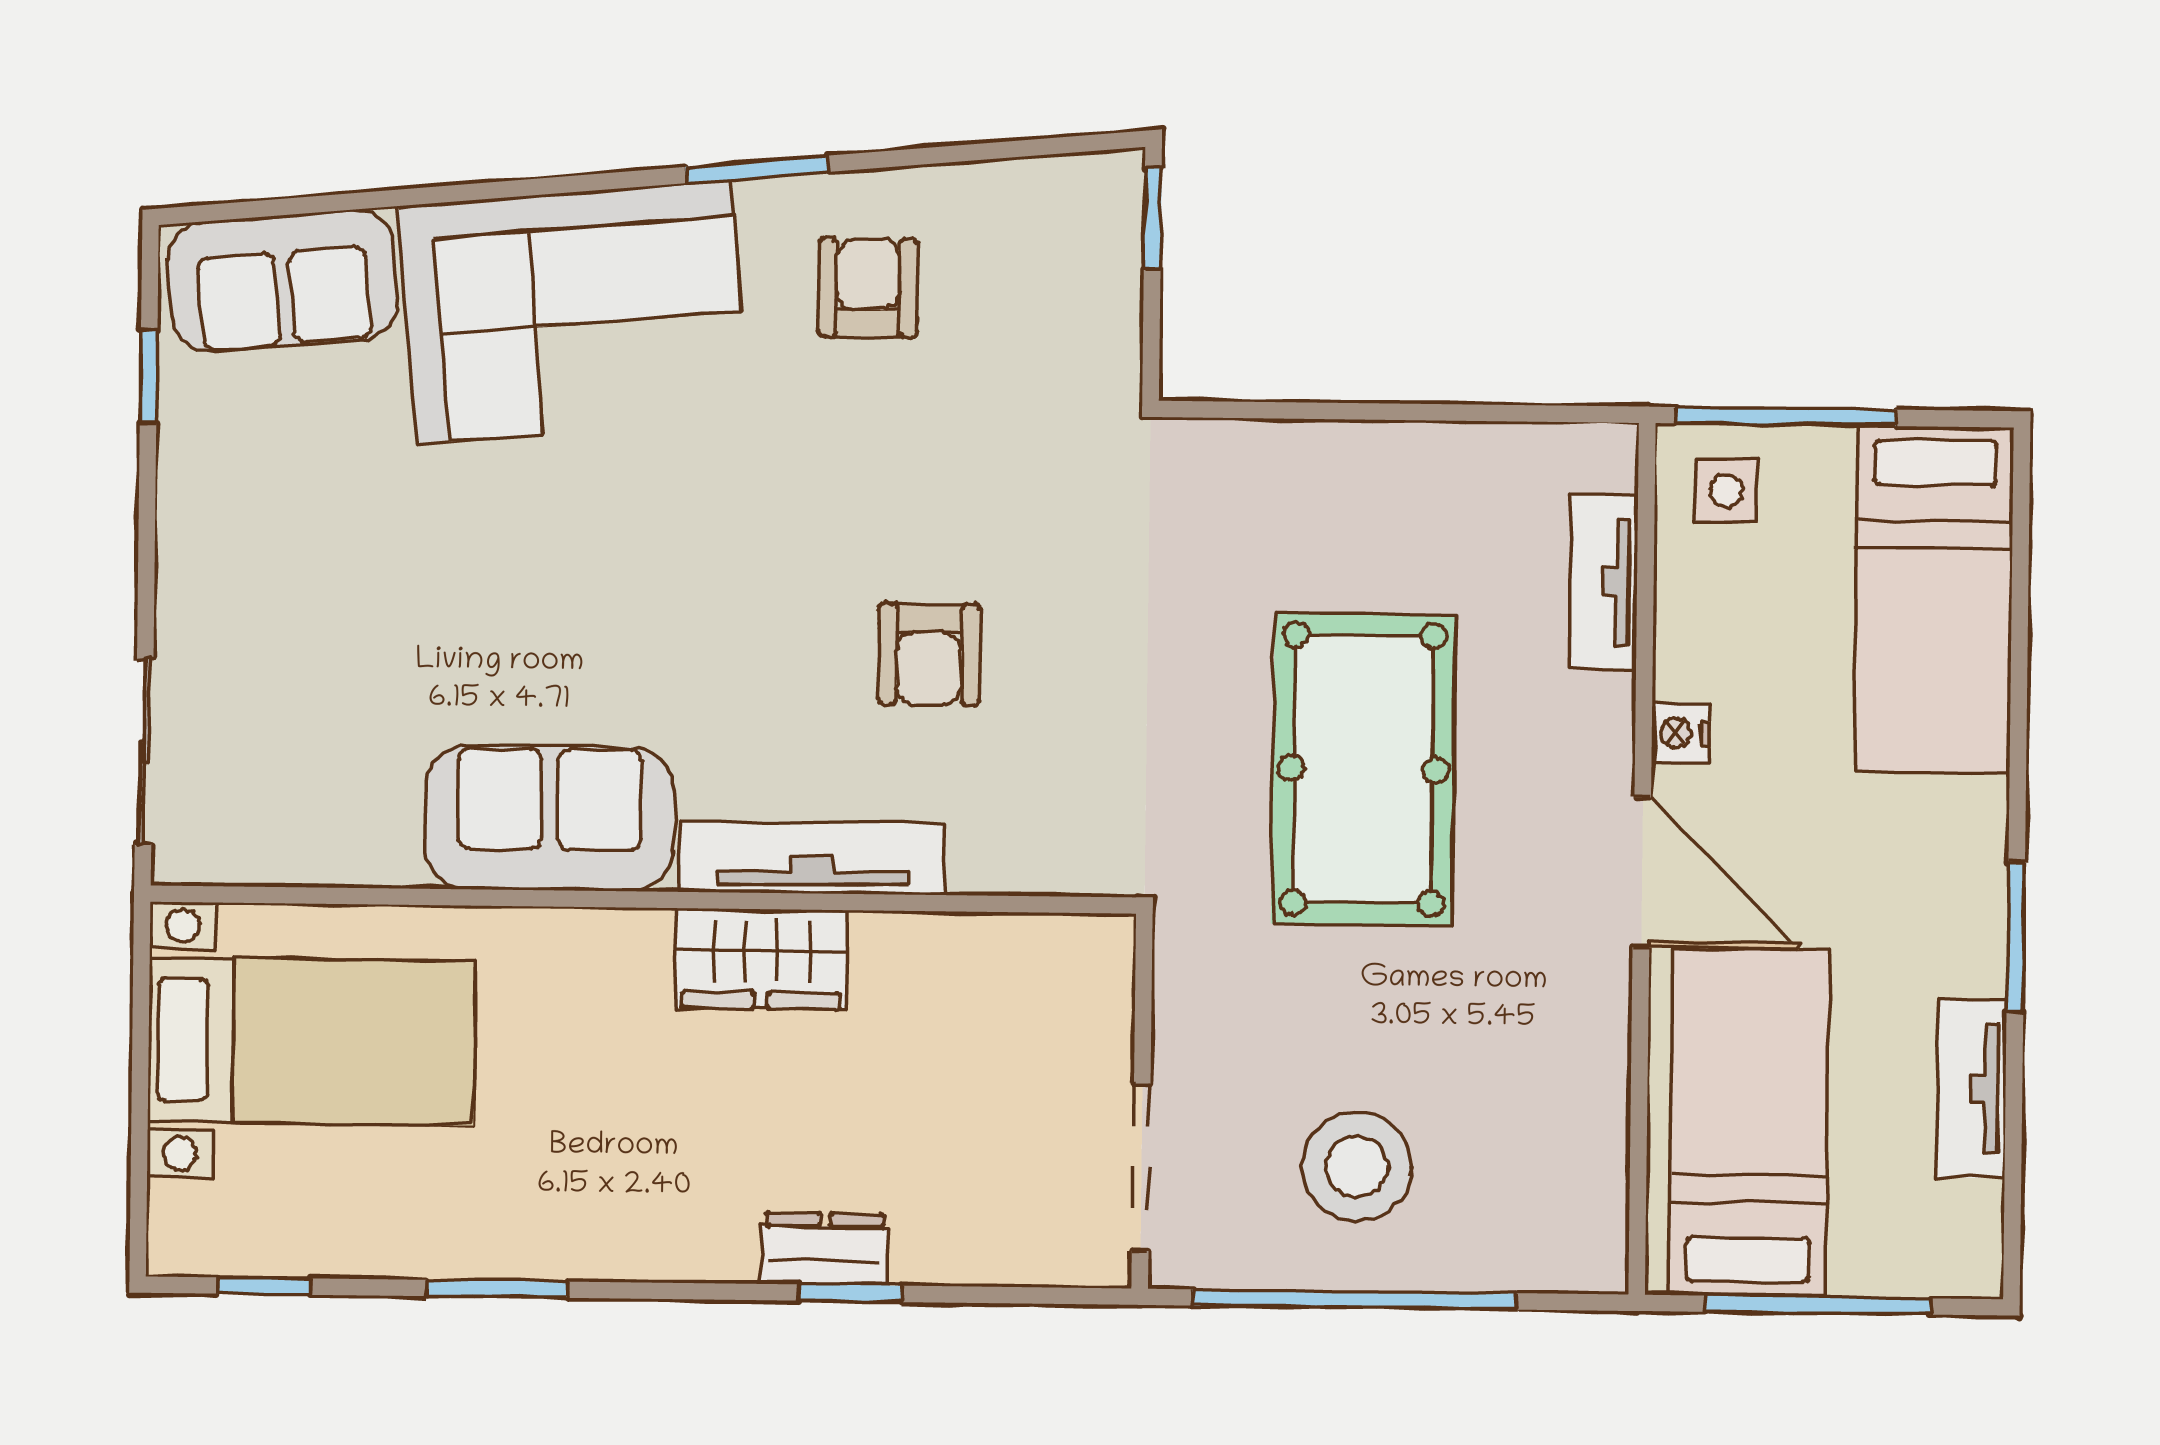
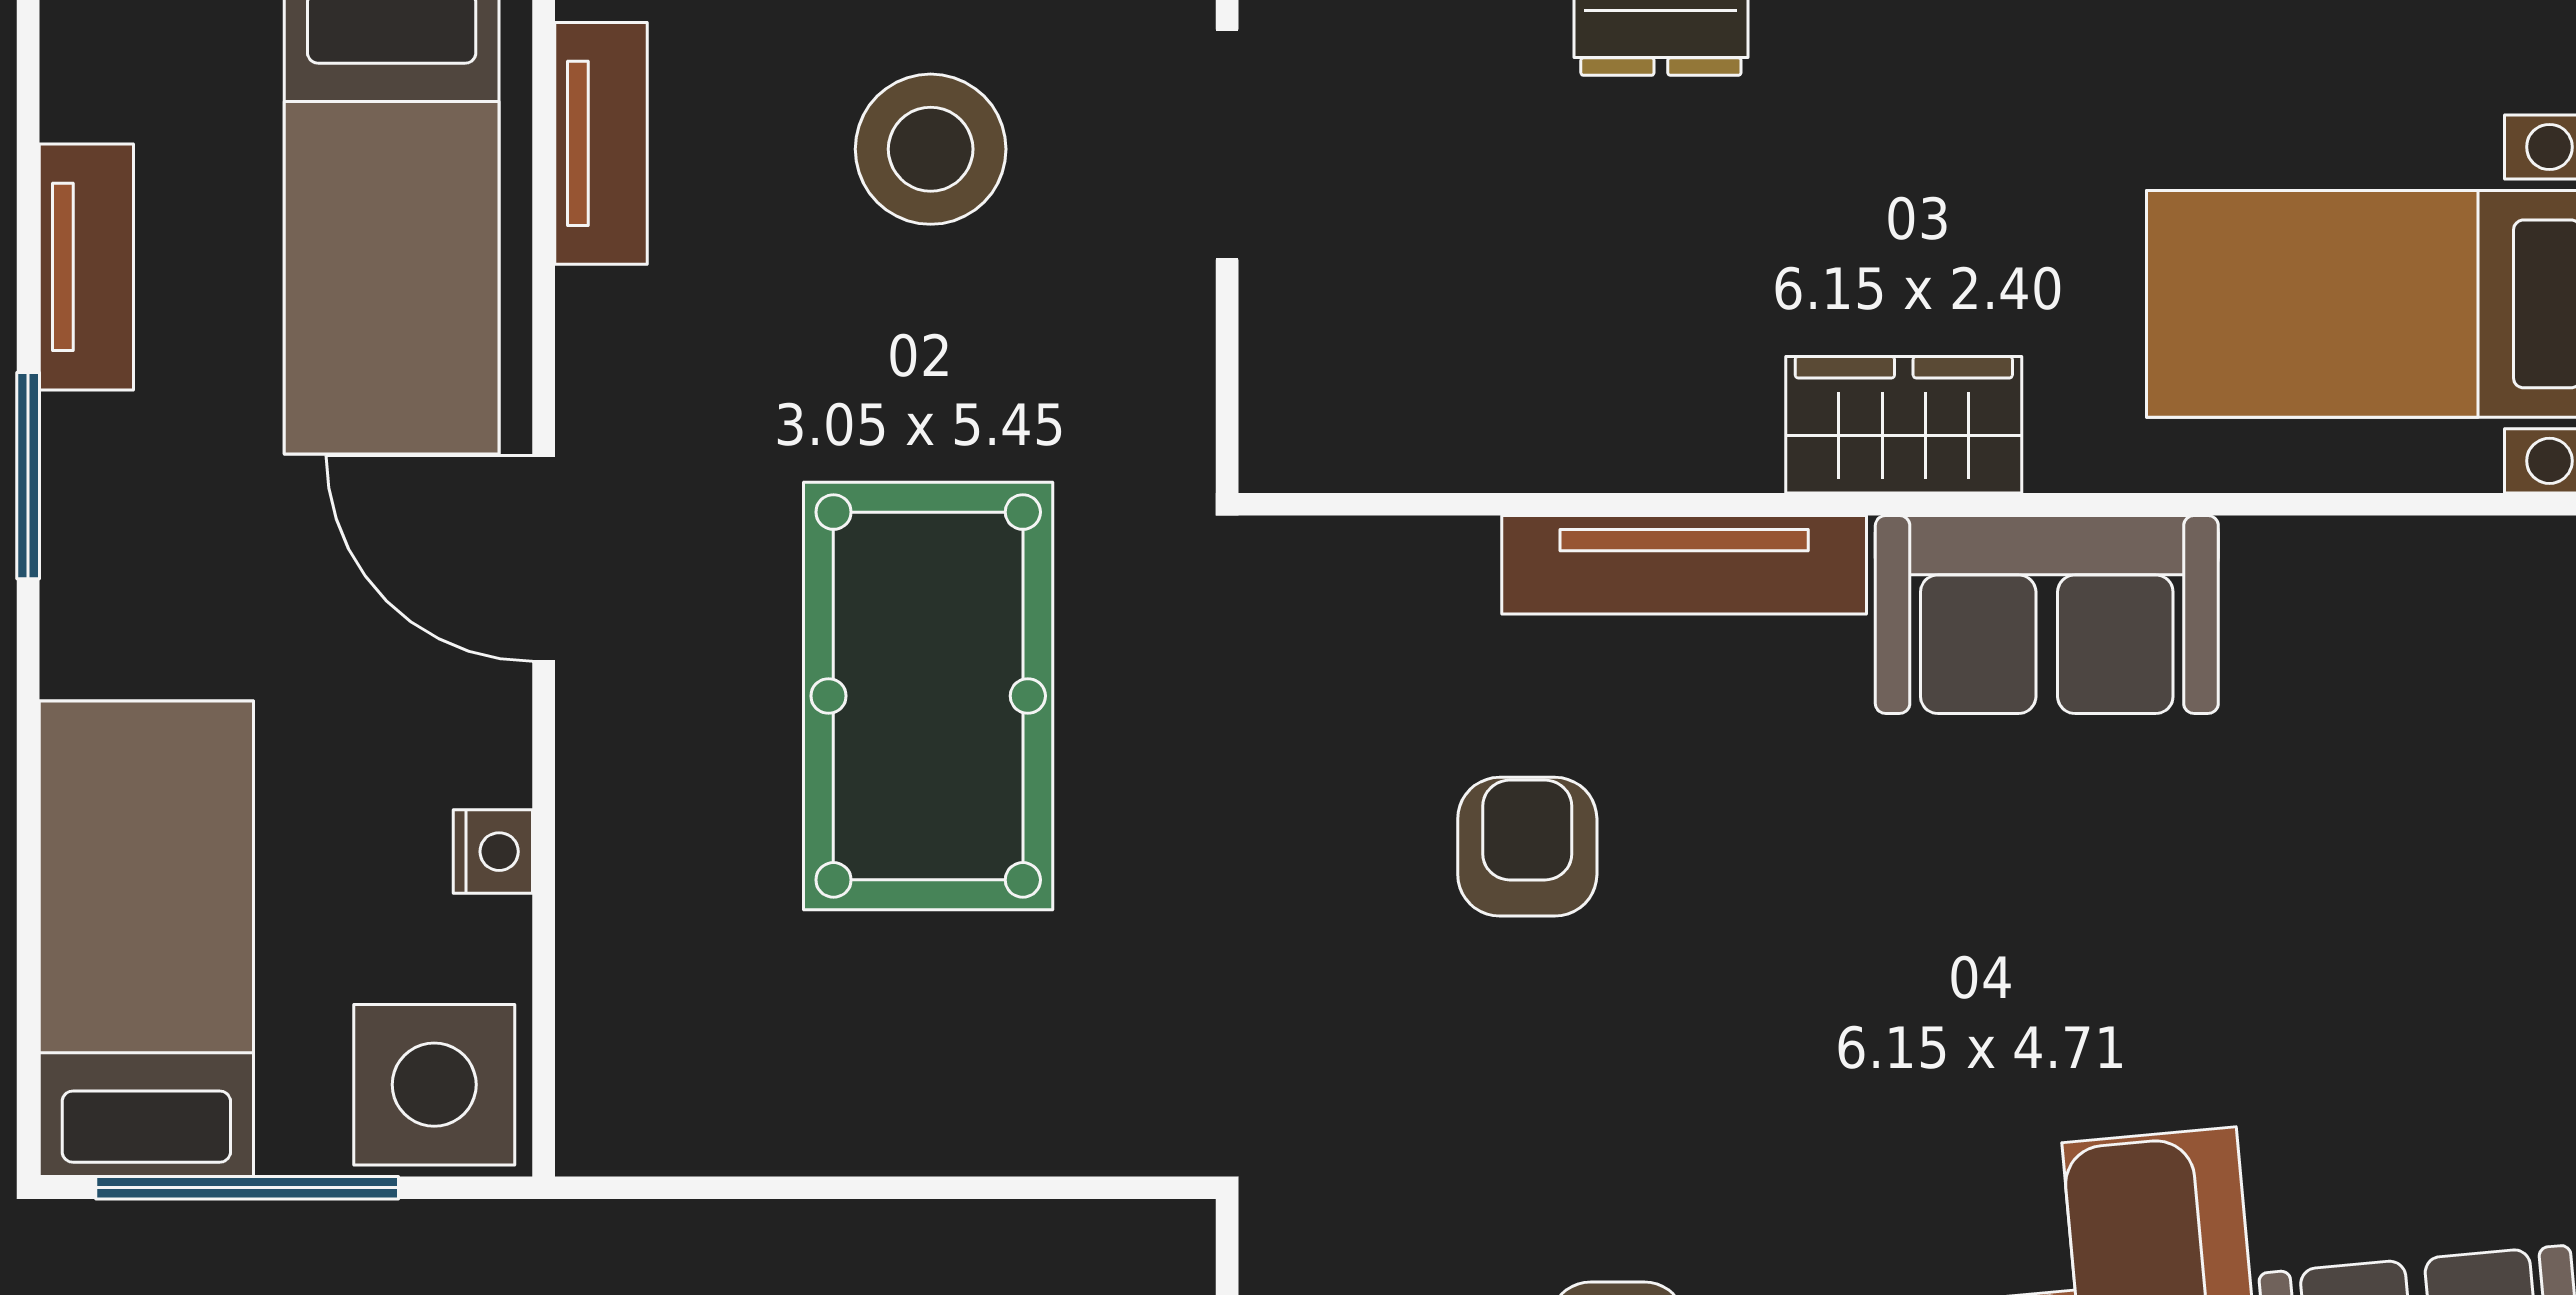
window: (1786, 417) -> (247, 1188), moved
side table: (1726, 491) -> (434, 1085), width x1.87, depth x1.87
tv unit: (1604, 582) -> (601, 143), moved
nightstand: (1680, 733) -> (493, 852), moved
wardrobe: (761, 959) -> (1904, 425), moved

